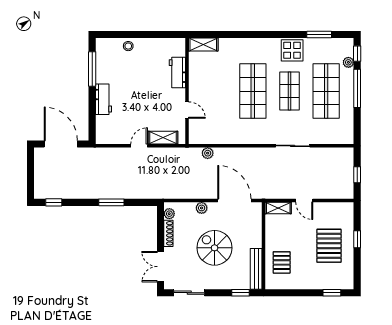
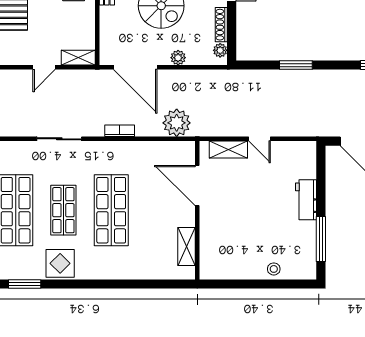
shelving: (203, 45) -> (186, 246), moved, turned 90
workbench: (177, 73) -> (210, 234), removed
door: (187, 110) -> (197, 185), width x1.87
door: (139, 146) -> (260, 139), hinge flipped
bookcase: (246, 152) -> (120, 131), added
plant: (208, 153) -> (177, 123), width x1.88, depth x1.88
door: (304, 201) -> (44, 67), swing flipped

